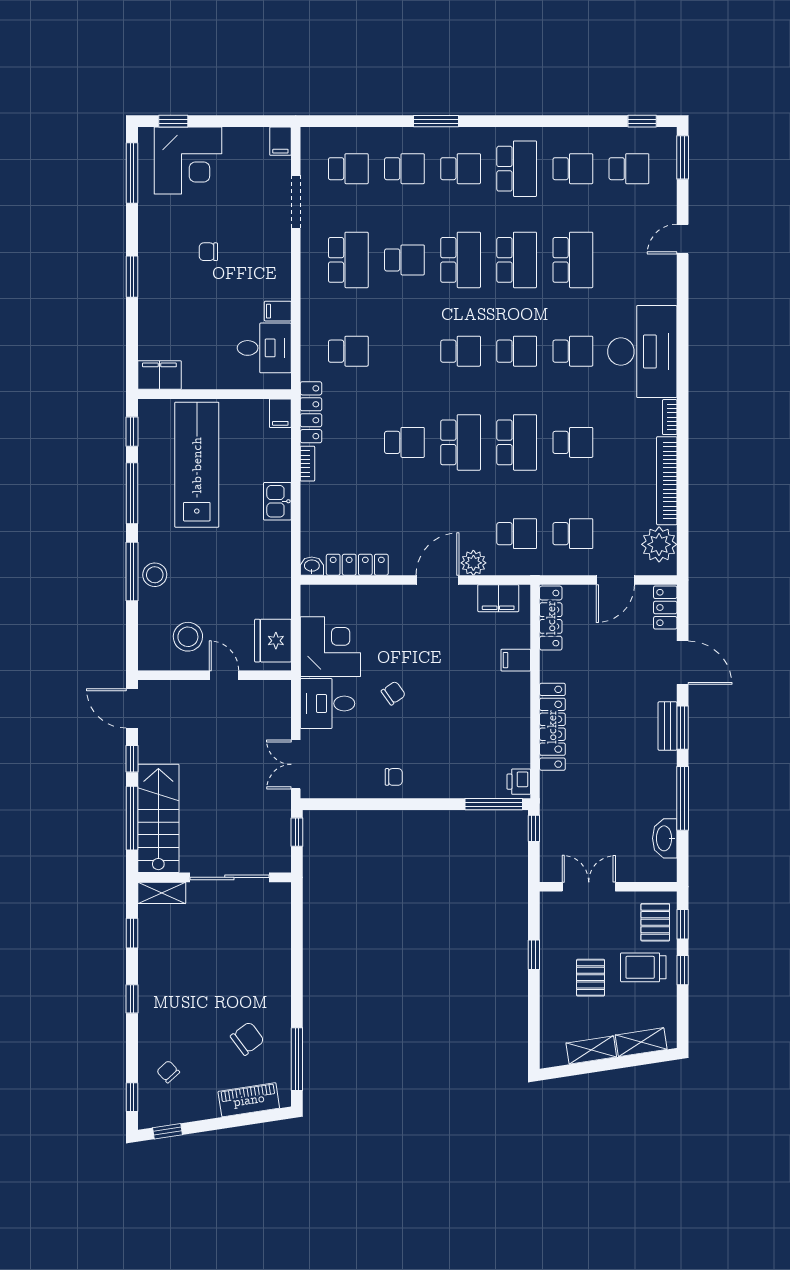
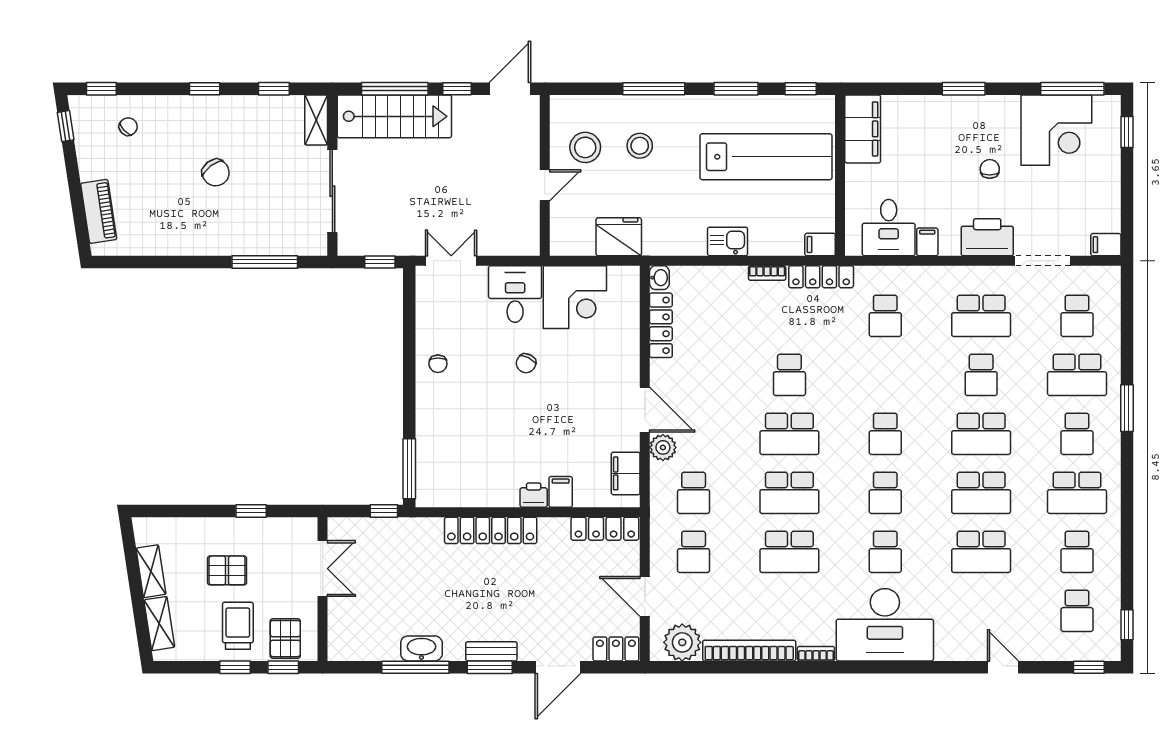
window: (683, 157) -> (1089, 667), width x0.67
corner desk: (188, 161) -> (1056, 130), moved, turned -90
school desk: (404, 169) -> (1077, 375), width x1.85
printer: (273, 254) -> (987, 237), added
filing cabinet: (159, 375) -> (863, 129), width x1.50, depth x1.17
school desk: (573, 442) -> (789, 552), width x1.85
window: (132, 493) -> (736, 89), width x0.69
stool: (155, 575) -> (640, 146), moved
fridge: (273, 641) -> (619, 237), moved
chair: (393, 693) -> (526, 363), turned 62
printer: (519, 782) -> (534, 495), moved
washbasin: (665, 838) -> (421, 648), moved
pallet: (655, 922) -> (285, 639), turned 90
chair: (247, 1039) -> (216, 173), moved
window: (297, 1059) -> (265, 262), moved

